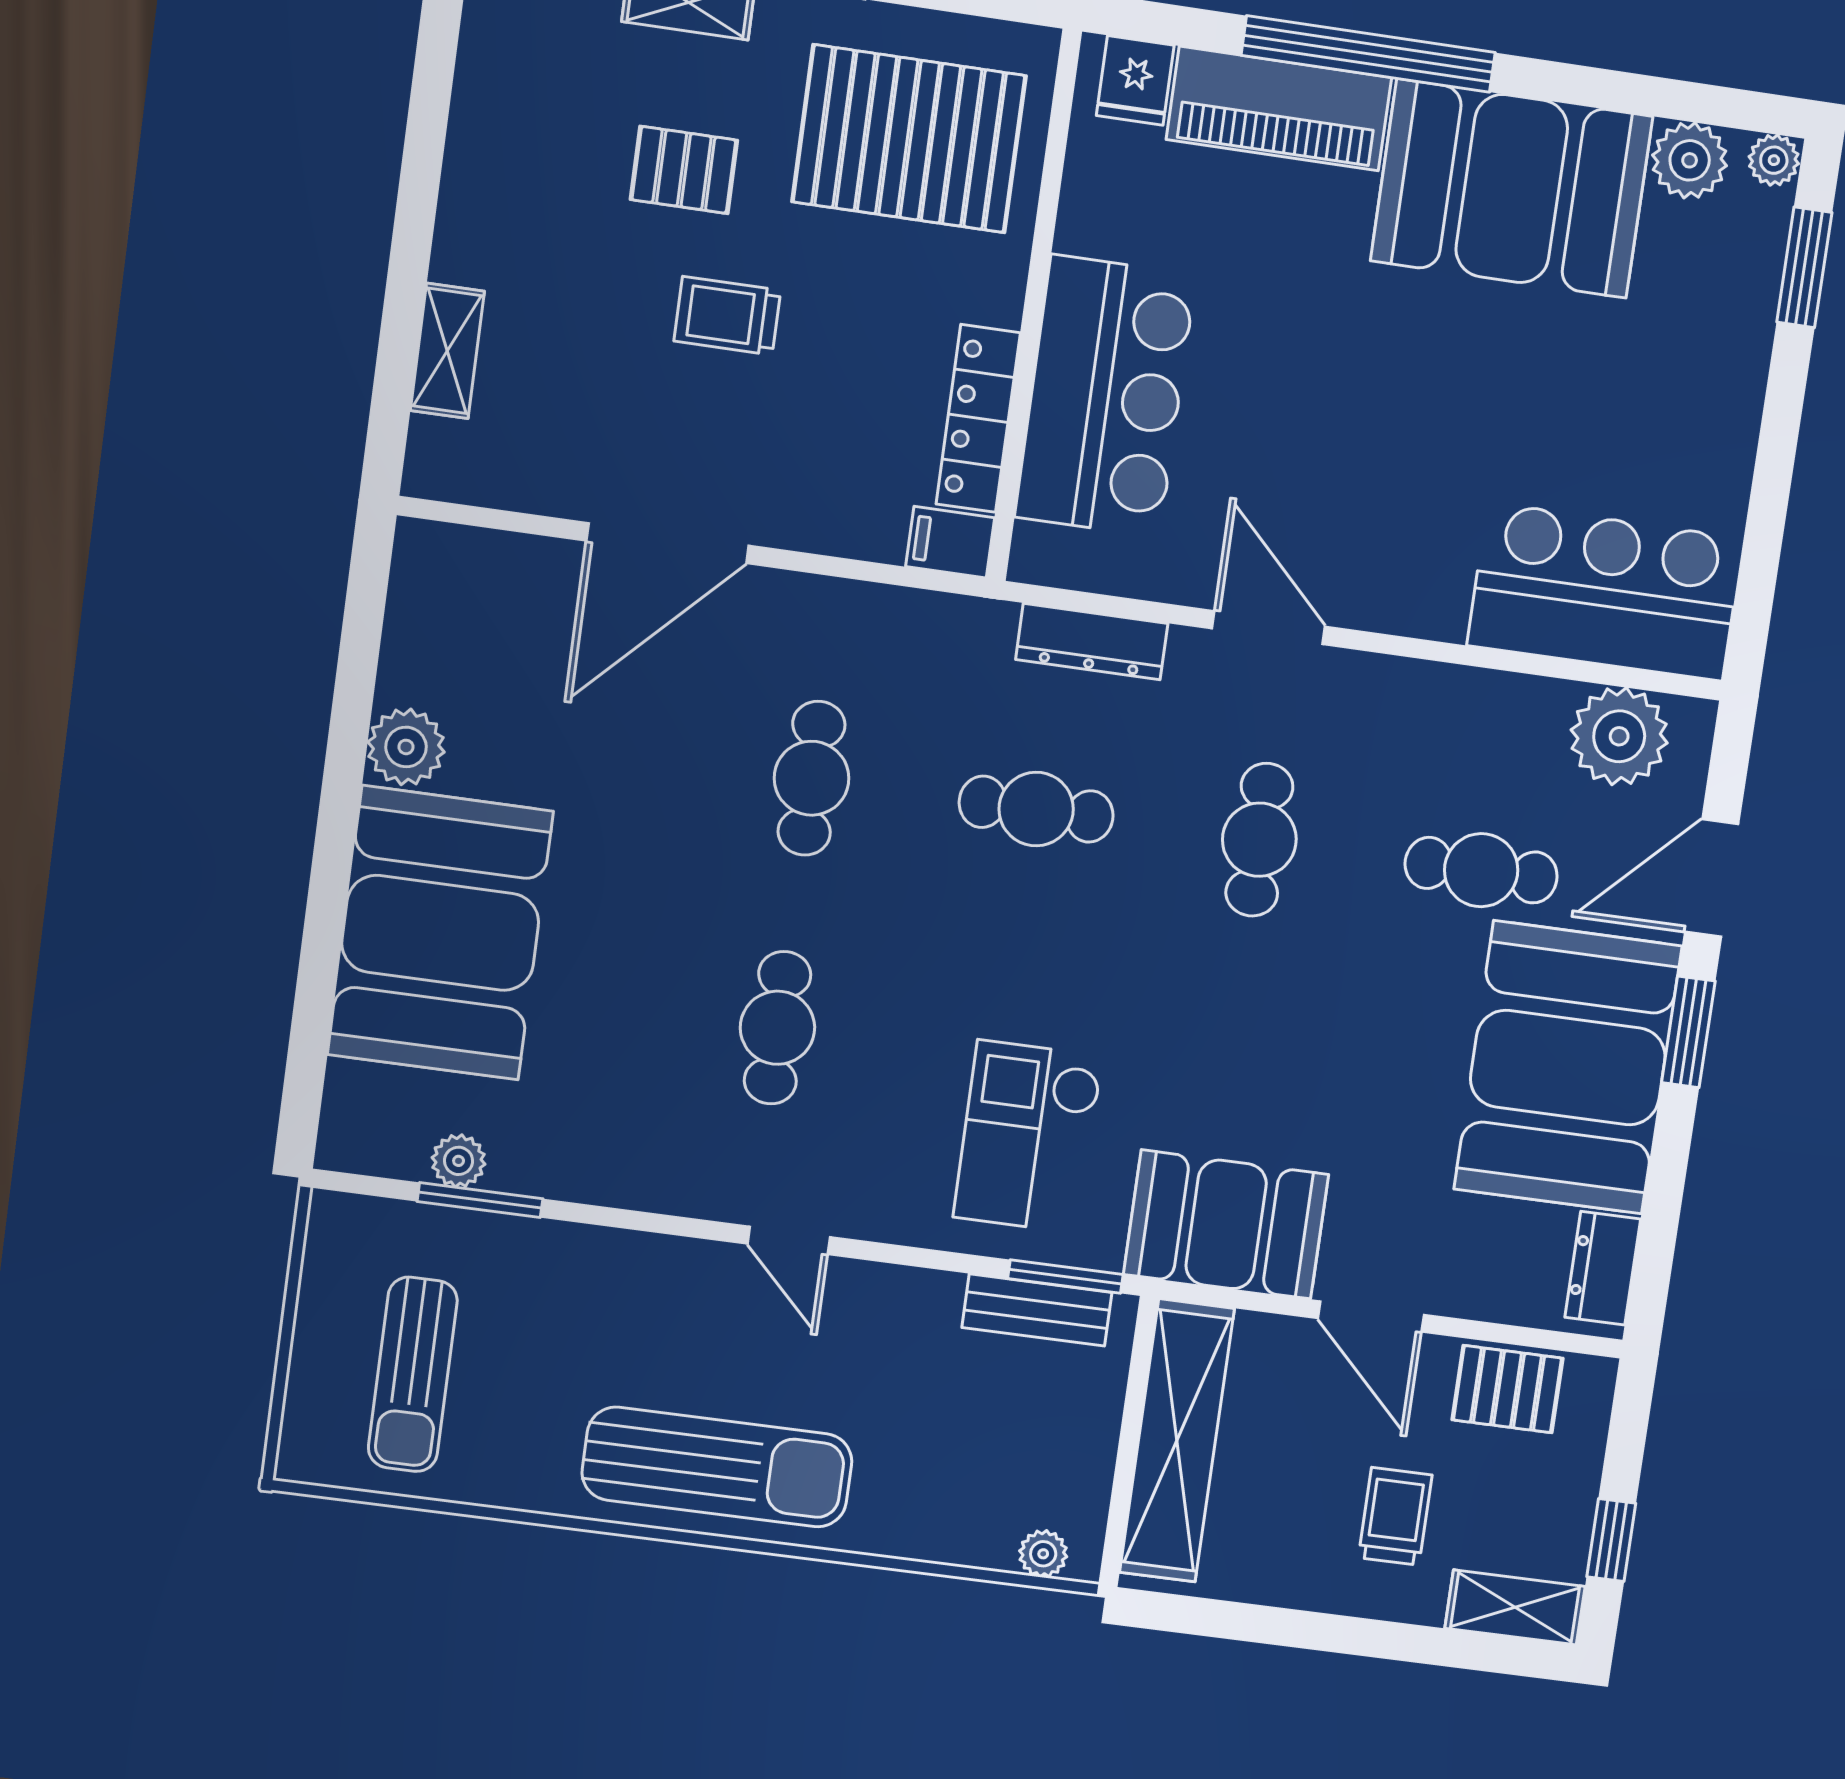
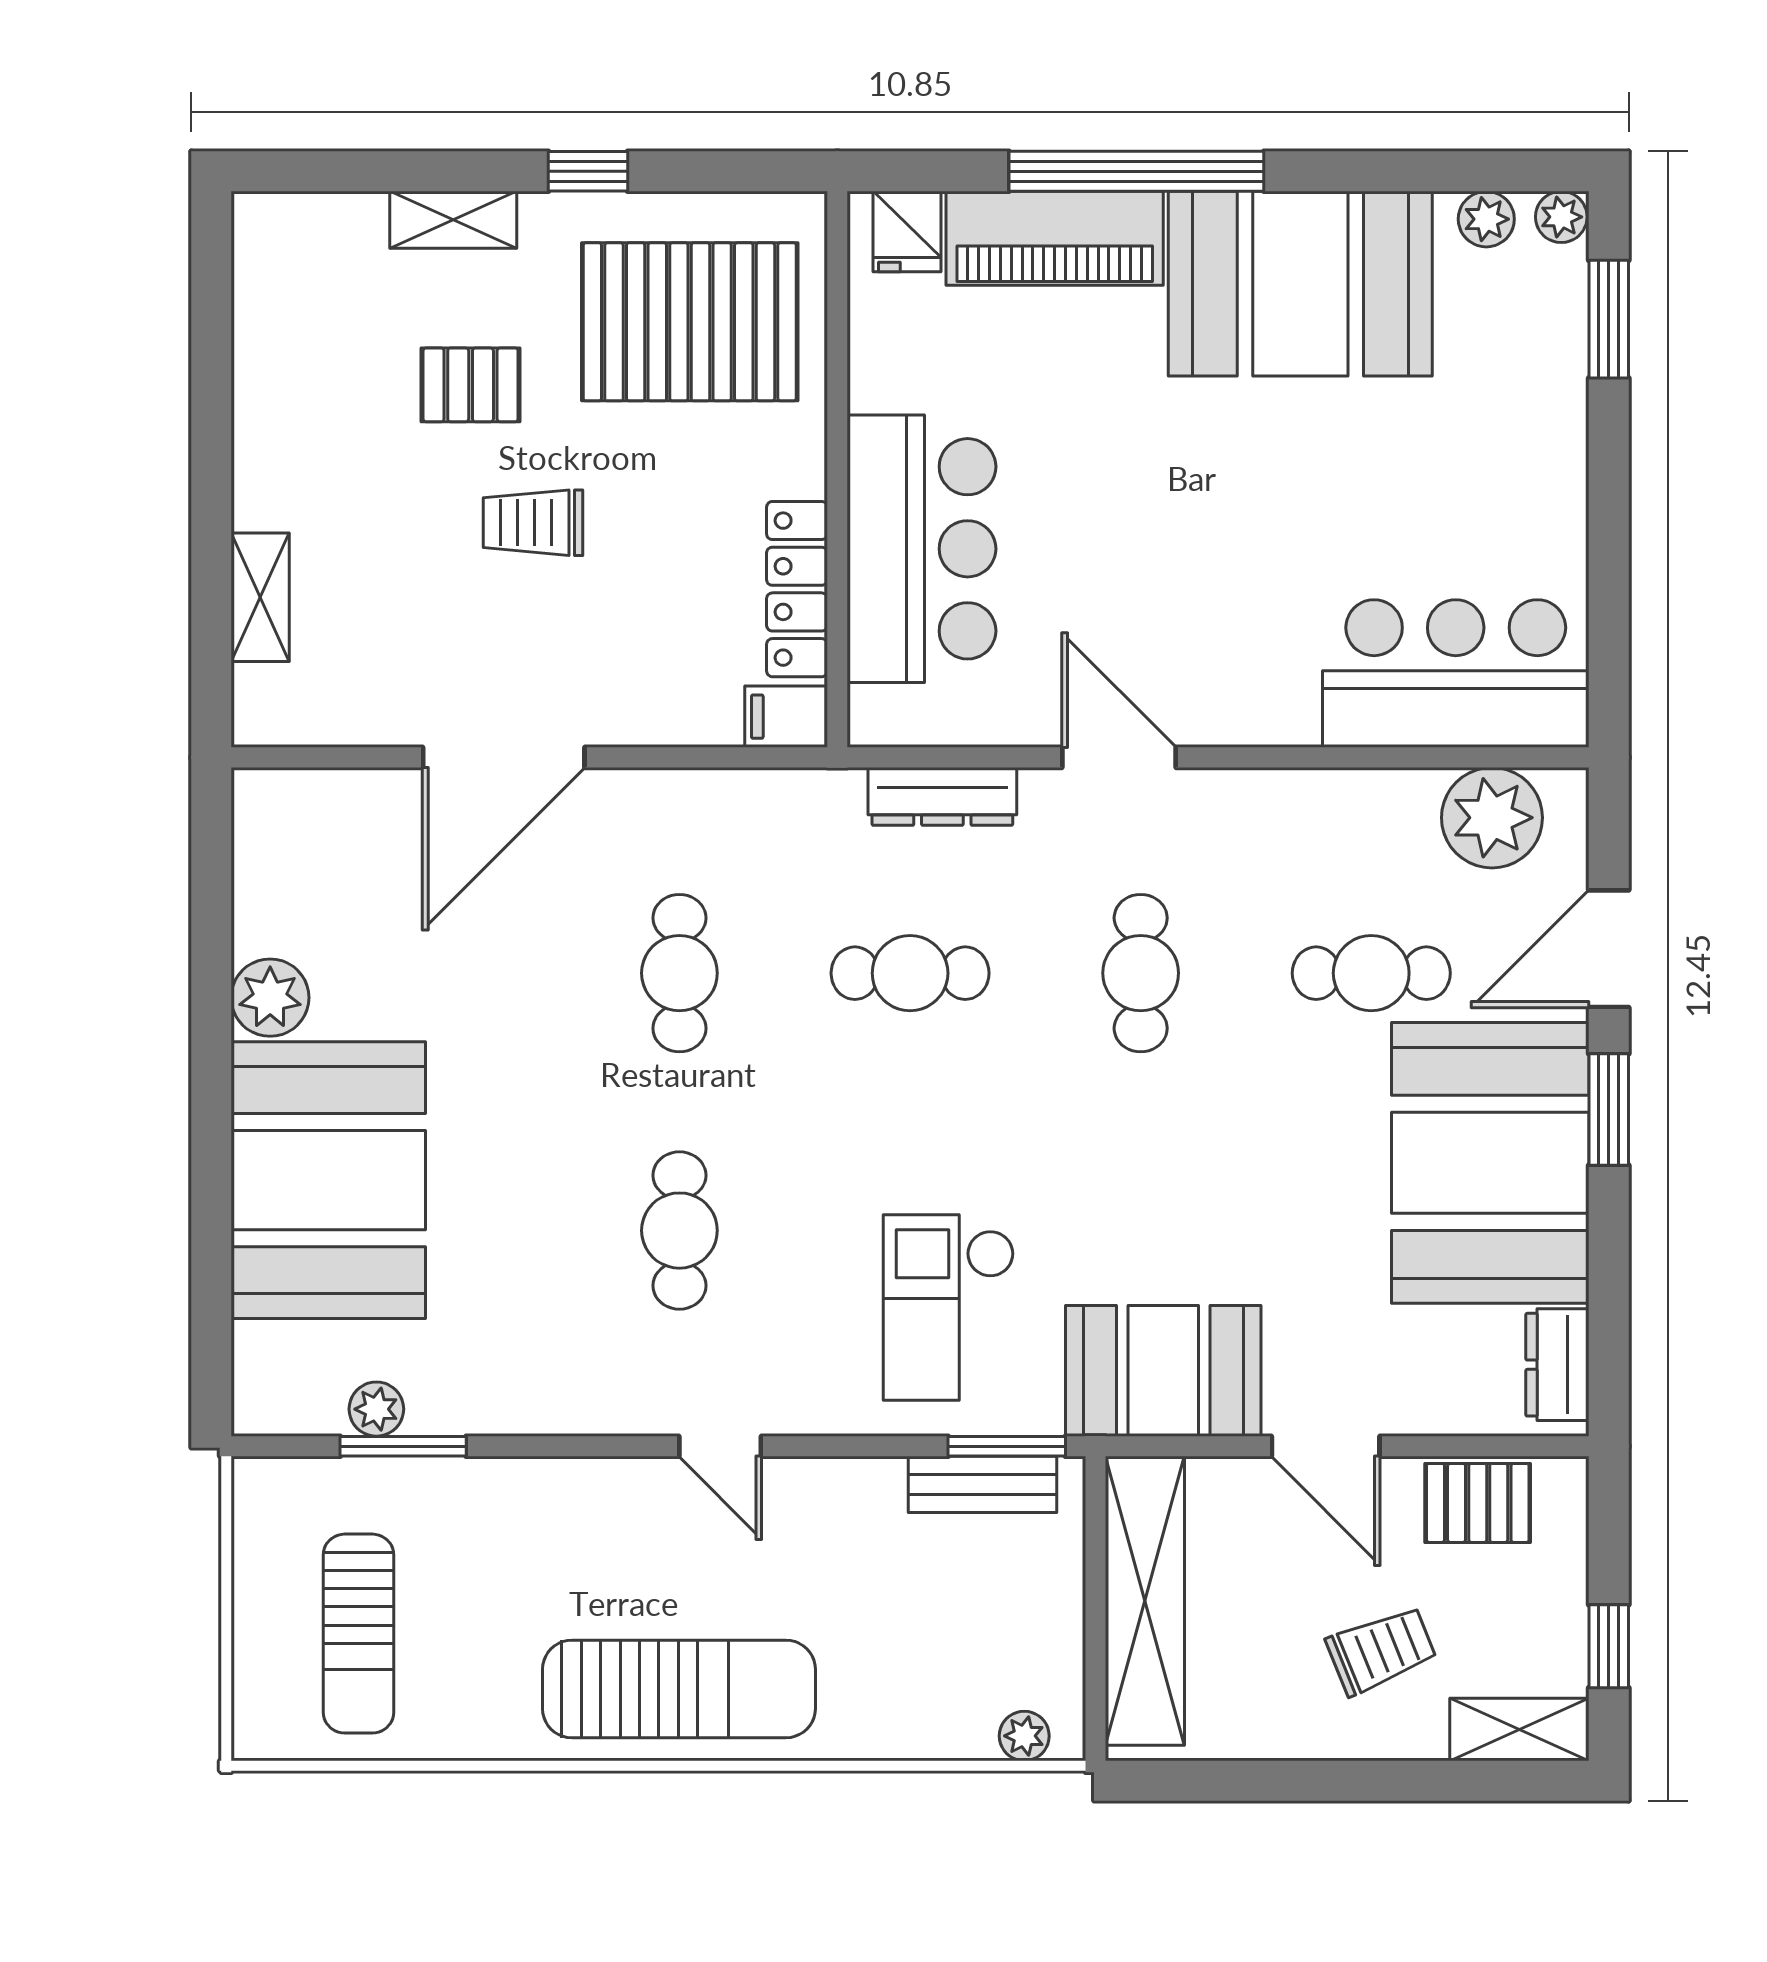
plant: (1690, 160) -> (1486, 219), width x0.73, depth x0.73
trolley: (1395, 1516) -> (1381, 1650), turned 68

